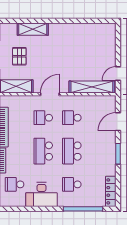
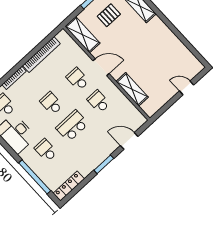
door: (118, 74) -> (187, 88), moved
shelving: (92, 87) -> (132, 89), width x0.68
school desk: (43, 151) -> (51, 103), width x0.54

